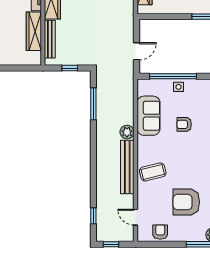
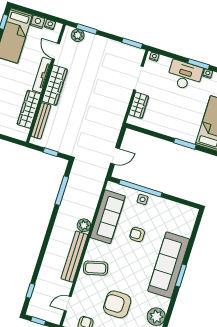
sofa: (148, 116) -> (108, 217), width x1.36
door: (136, 217) -> (68, 304), hinge flipped

